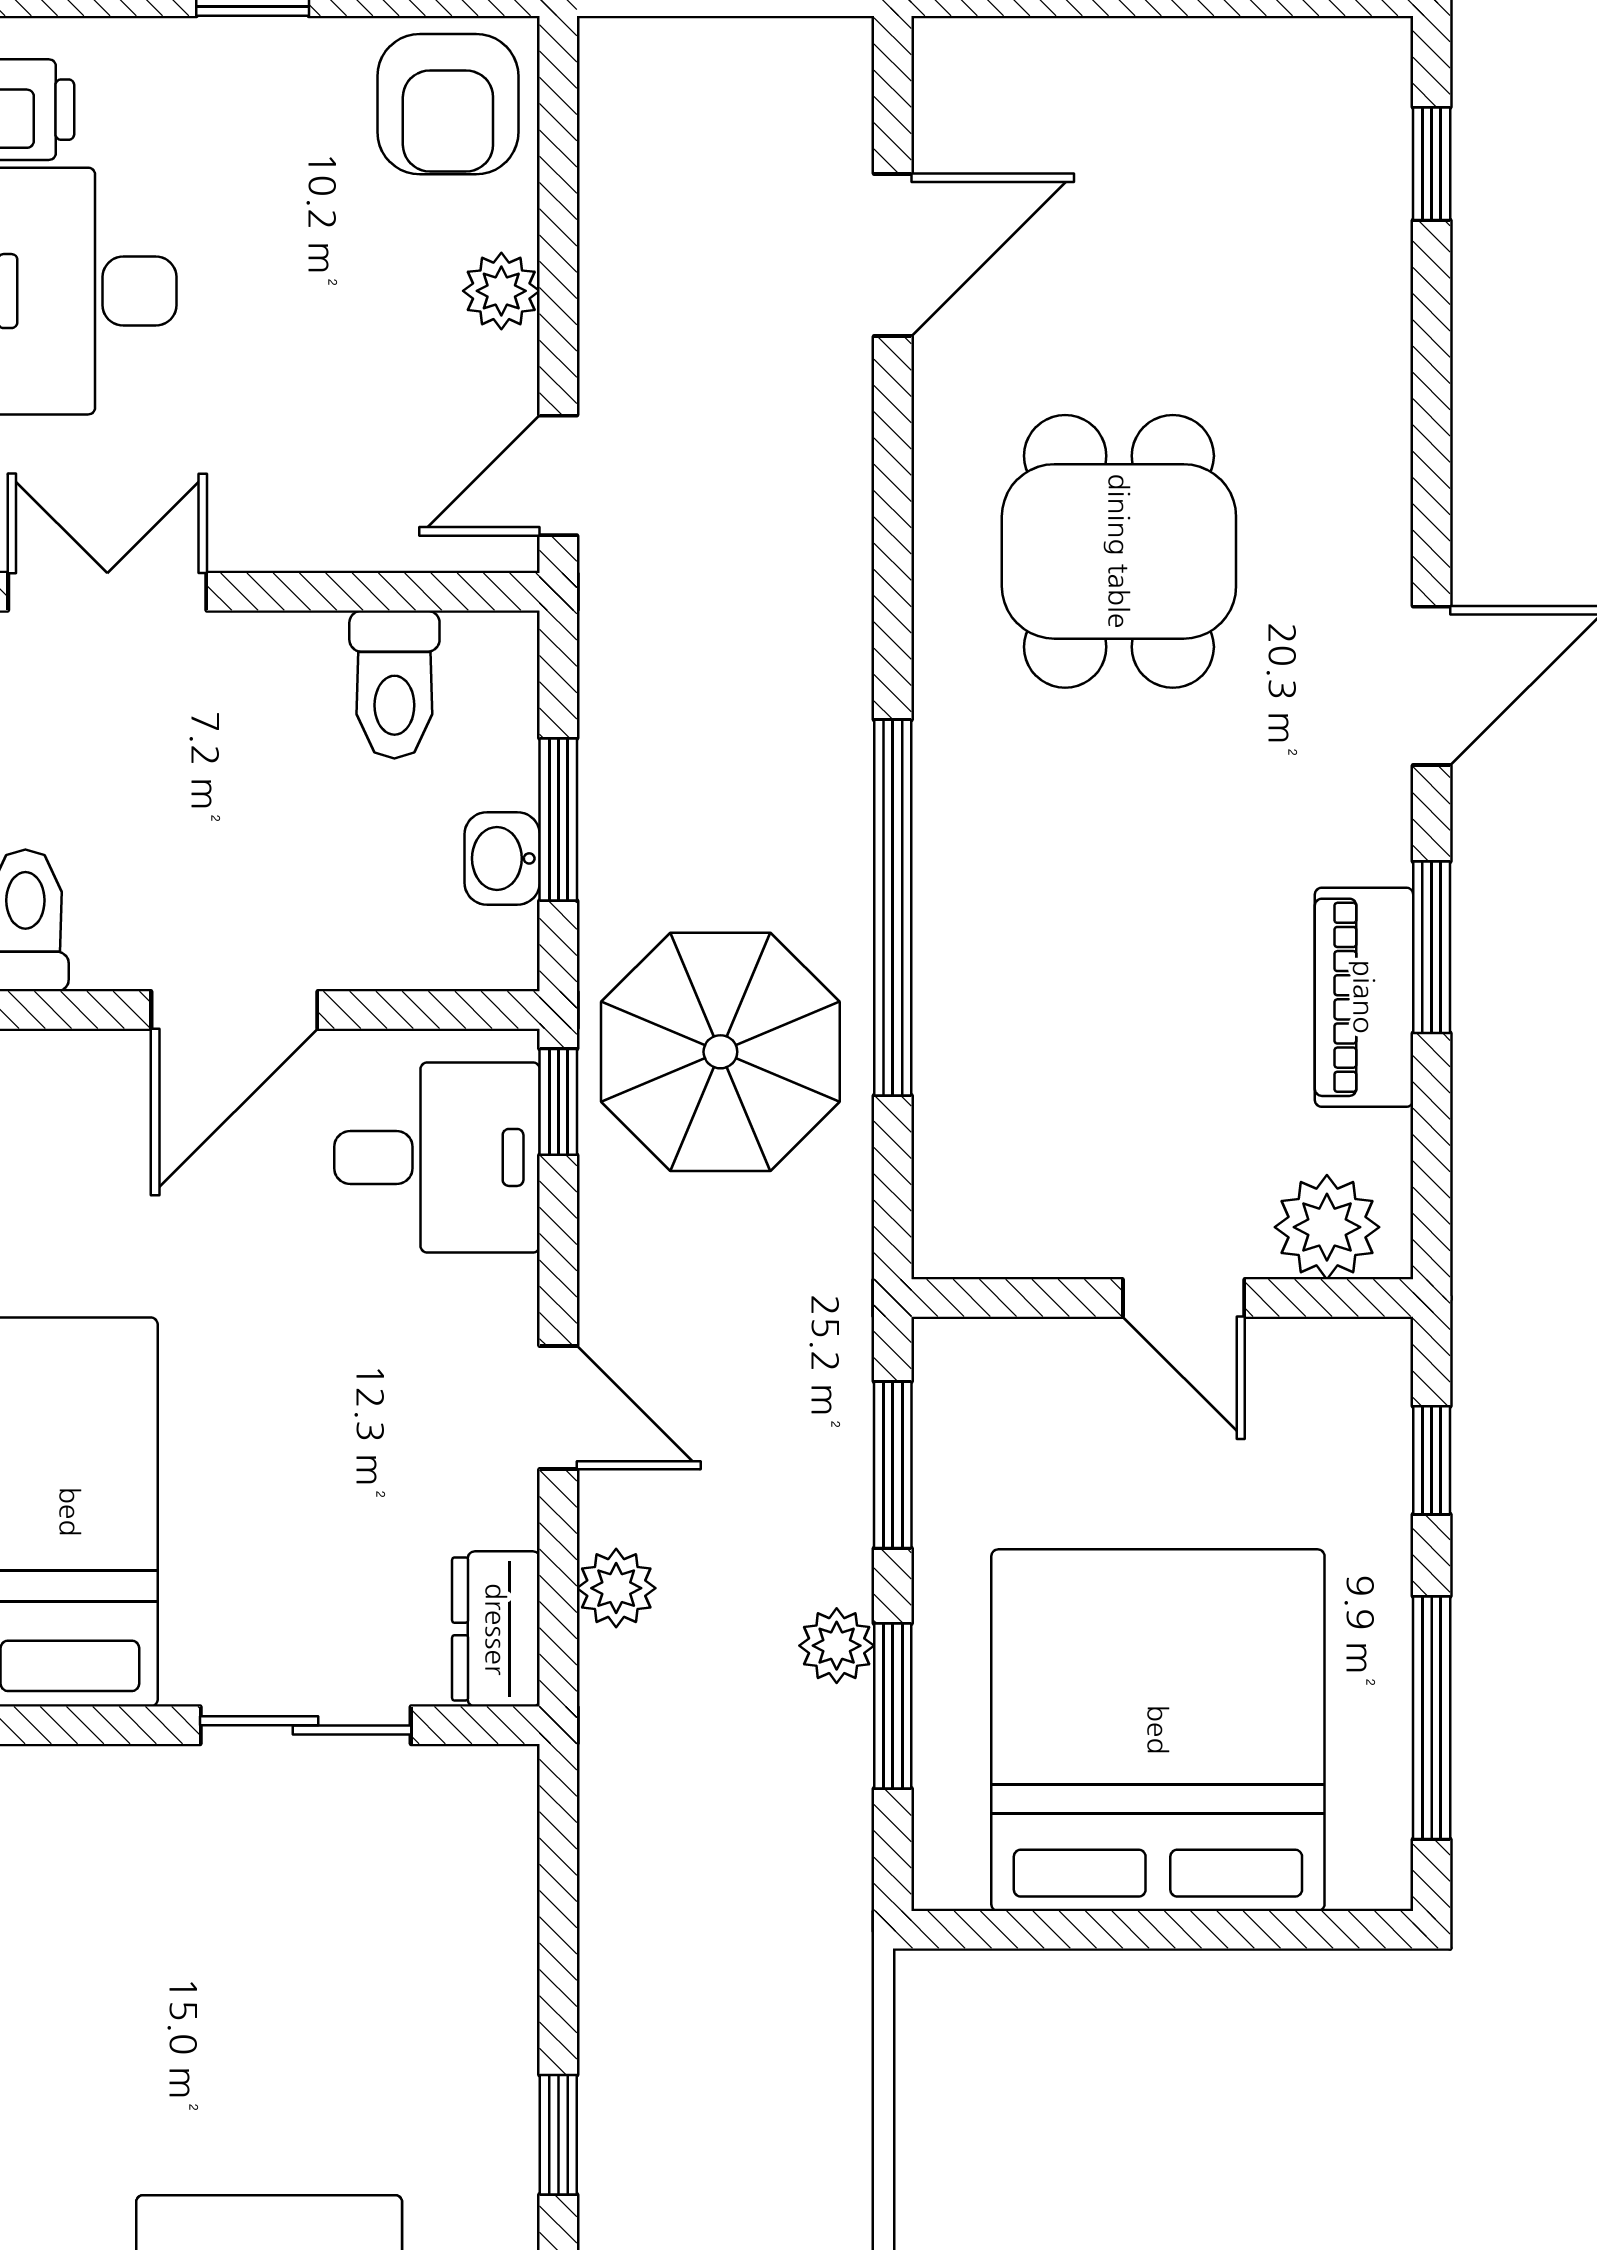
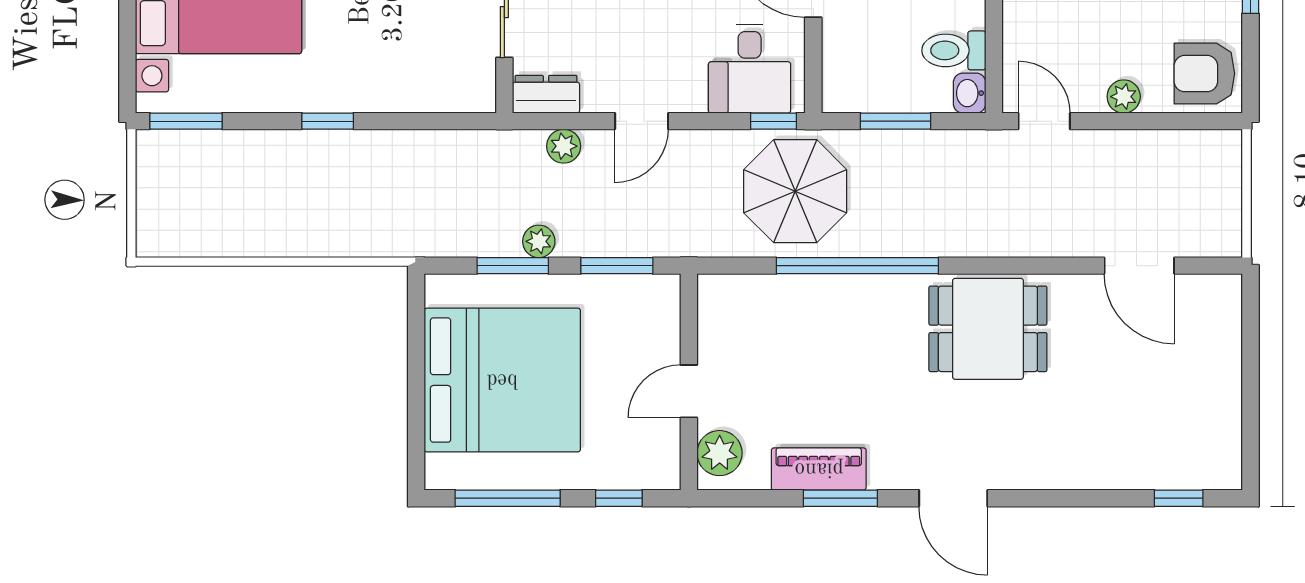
dining table: (1119, 551) -> (988, 329), moved
washbasin: (502, 858) -> (970, 93), moved, turned -90

